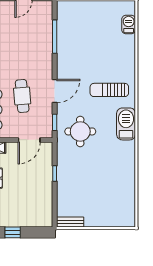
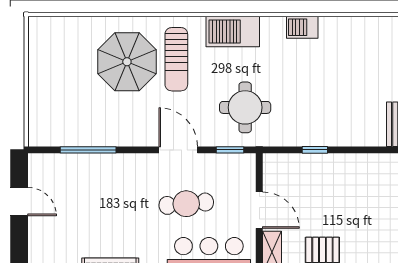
barbecue: (129, 25) -> (302, 27), moved
parasol: (108, 60) -> (127, 62), added
door: (29, 140) -> (259, 210), moved

